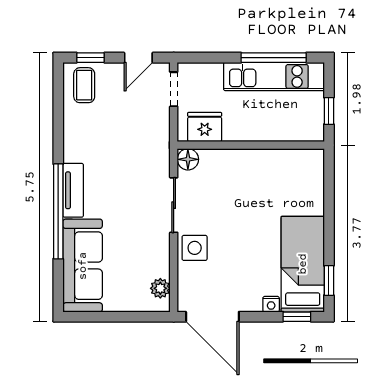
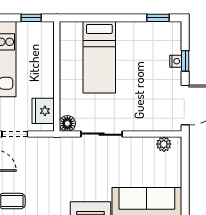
side table: (195, 248) -> (134, 118), removed
bed: (303, 264) -> (99, 57), moved, turned -90
window: (297, 317) -> (185, 61), moved

